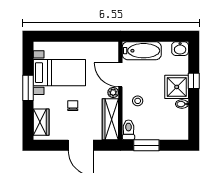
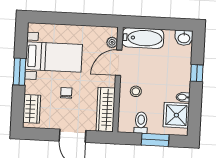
door: (120, 75) -> (119, 63), hinge flipped
shower: (177, 87) -> (176, 115), moved
plant: (113, 92) -> (112, 42), moved
toilet: (128, 130) -> (141, 123), moved
window: (146, 145) -> (155, 140), moved

